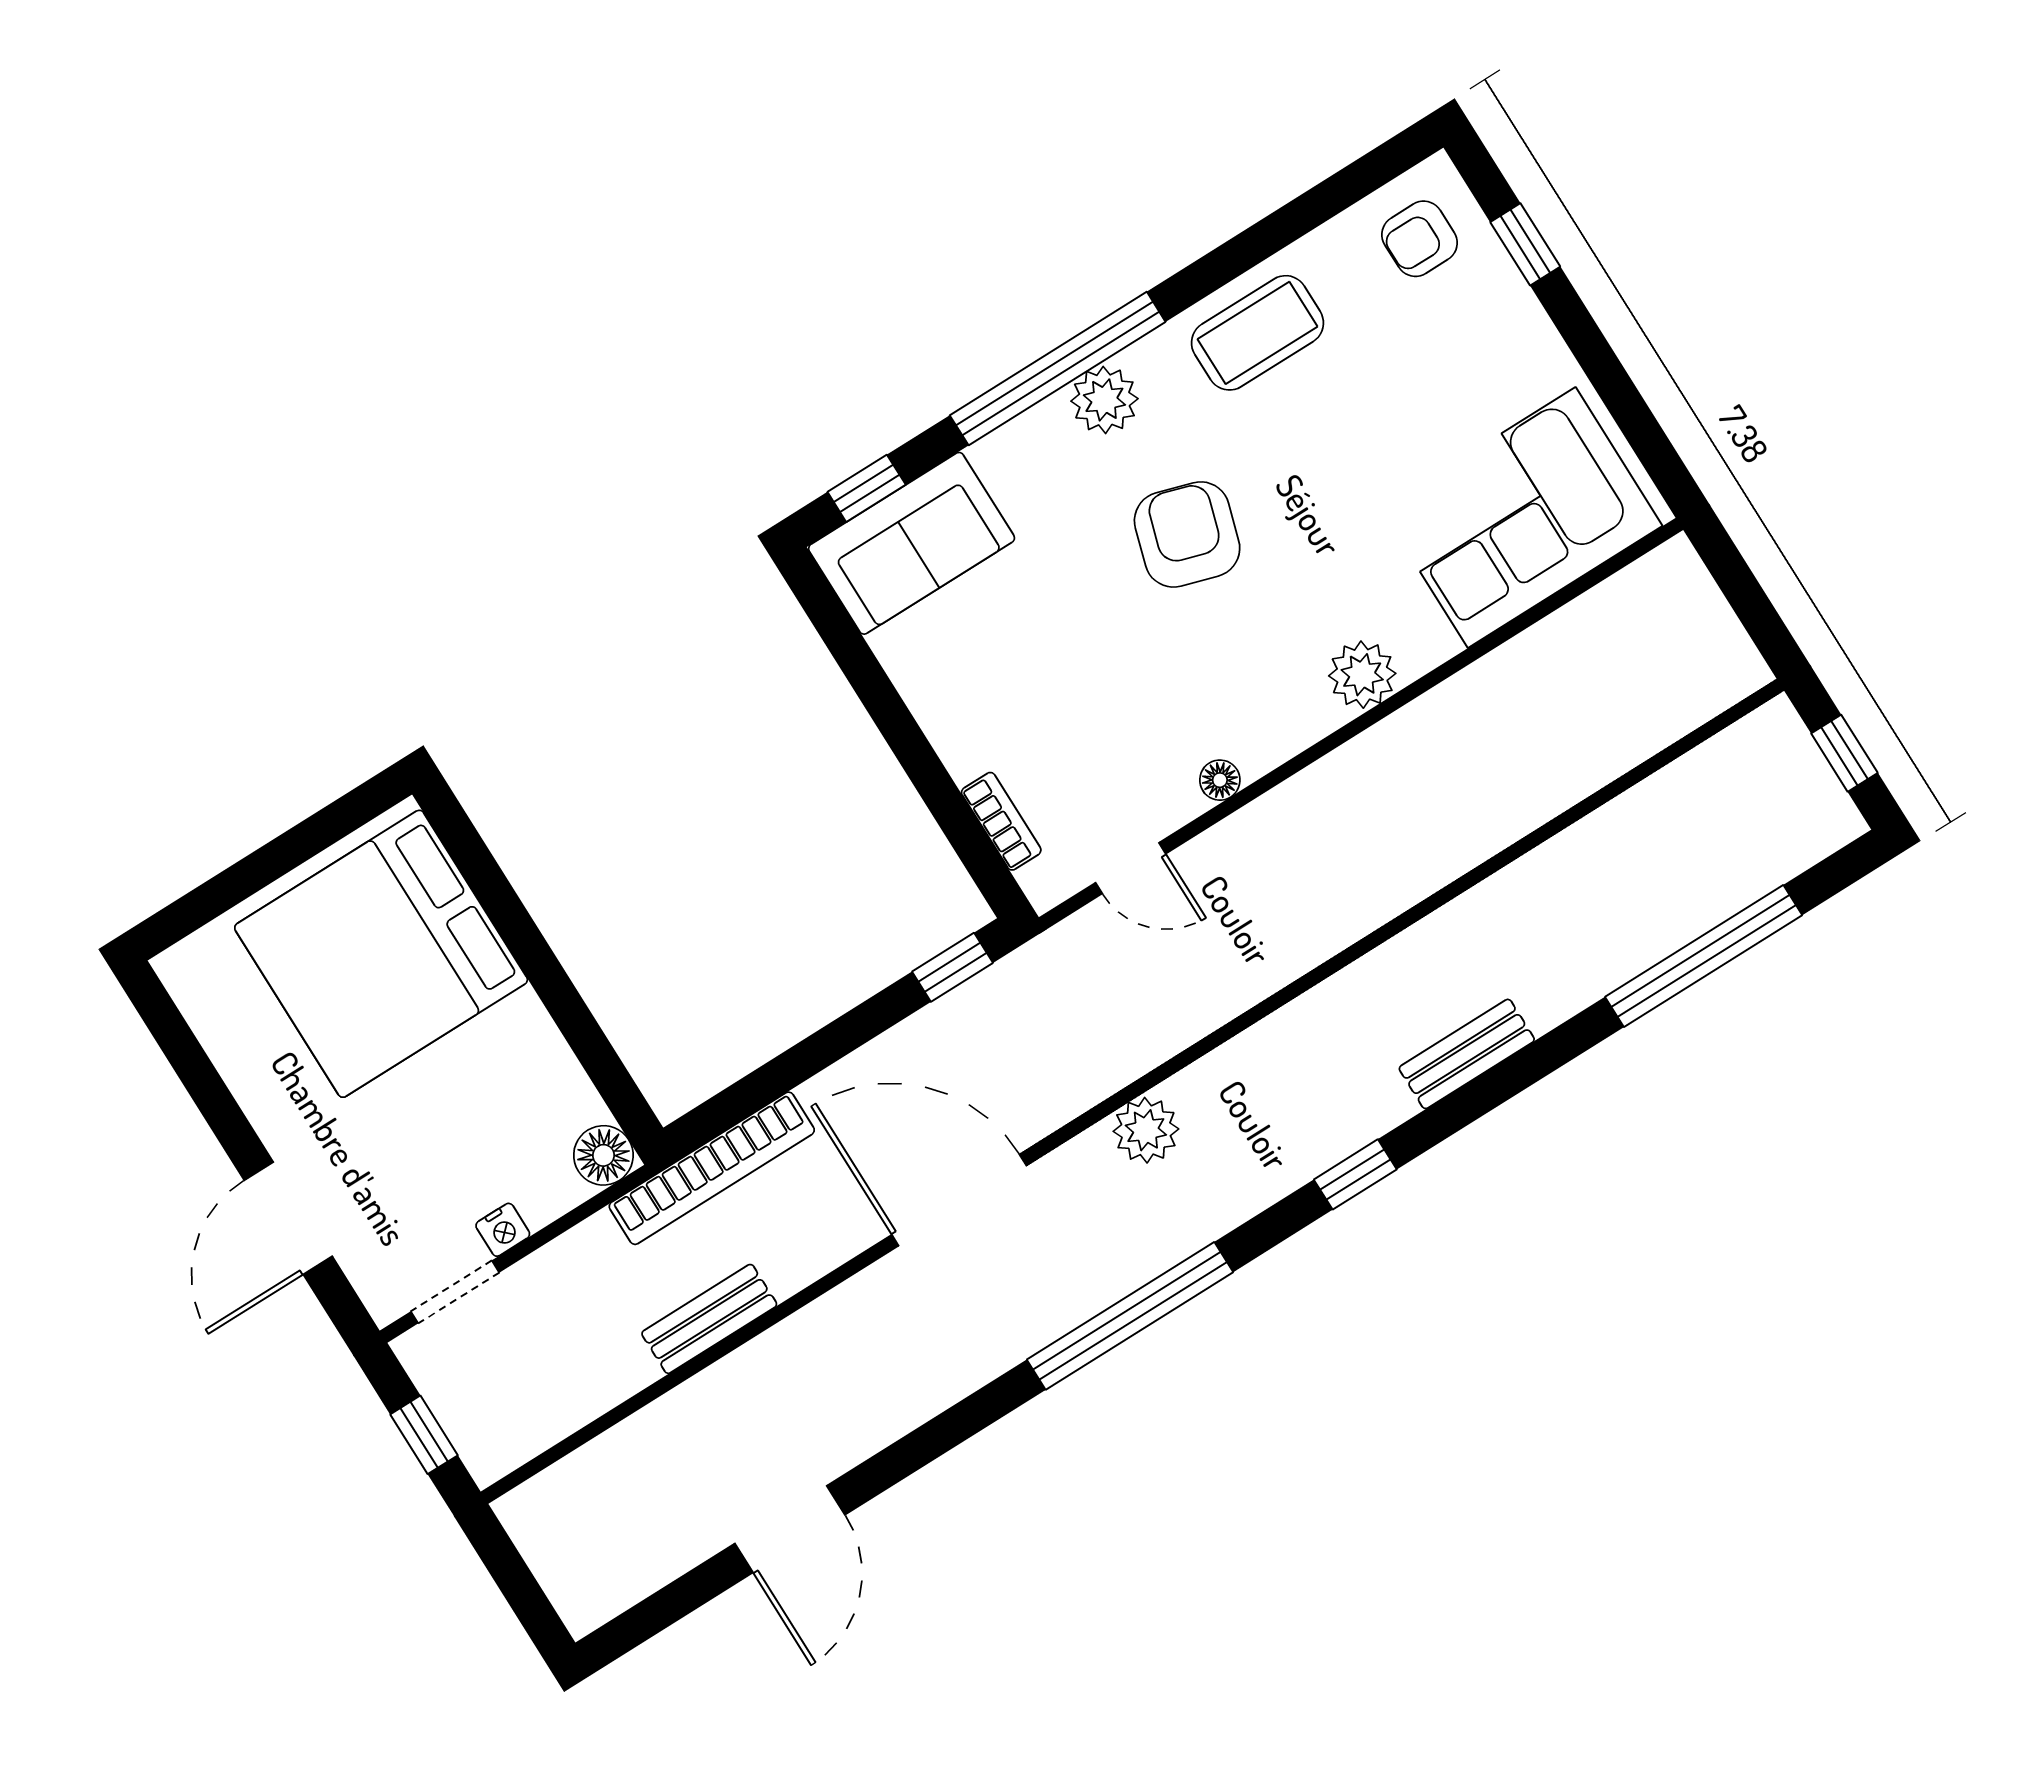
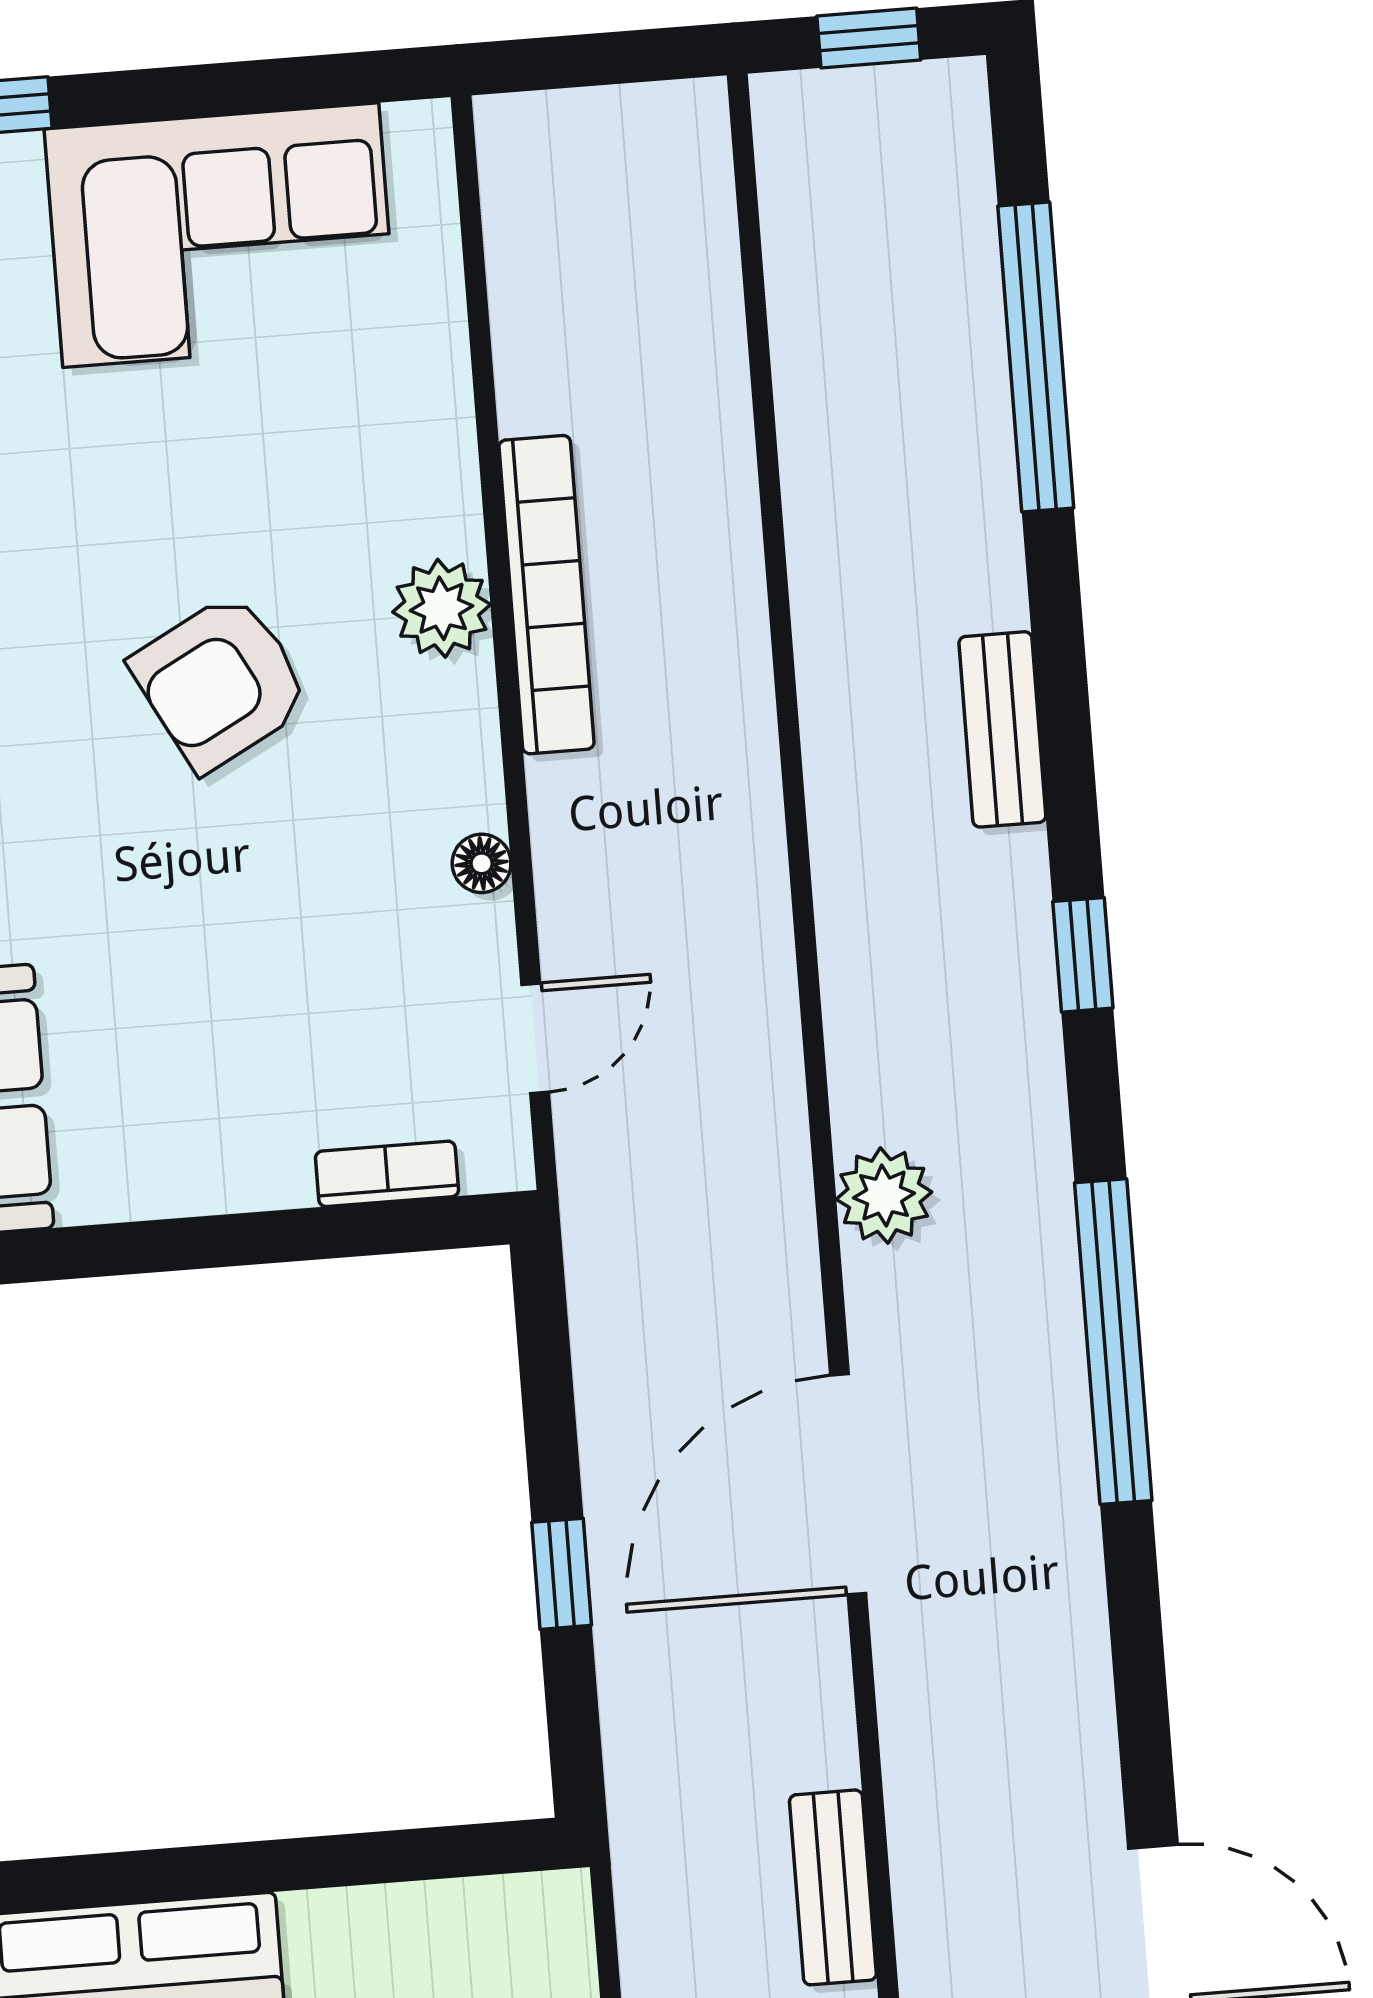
corner sofa: (1522, 518) -> (221, 235), moved, turned -90
armchair: (1187, 534) -> (221, 682), moved, turned -45
window: (952, 967) -> (562, 1574), moved
floor lamp: (603, 1155) -> (550, 1914), removed
bookcase: (712, 1168) -> (546, 595), moved

